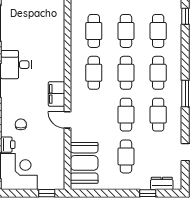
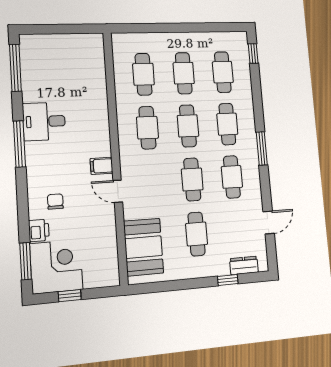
filing cabinet: (57, 94) -> (102, 166), width x0.50
window: (47, 193) -> (70, 296), moved

